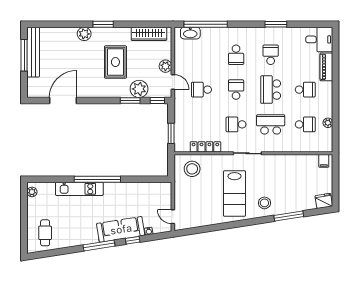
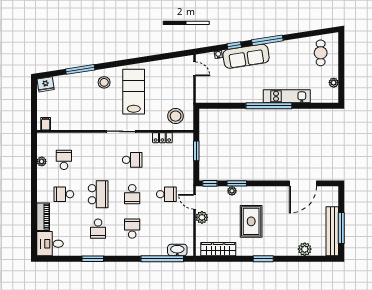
plant: (84, 34) -> (305, 249), moved
plant: (139, 89) -> (232, 191), width x0.53, depth x0.53
school desk: (271, 124) -> (98, 160), removed
school desk: (305, 124) -> (64, 160), turned 90
locker: (205, 147) -> (162, 138), width x0.66
plant: (32, 192) -> (334, 83), moved

